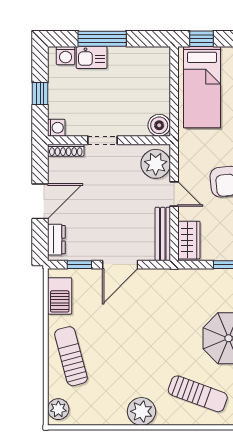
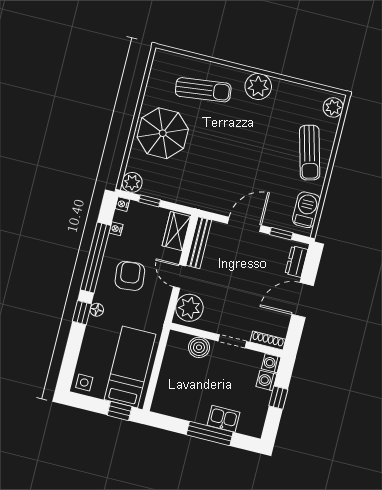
washing machine: (66, 56) -> (266, 380), moved, turned -90
boiler: (159, 125) -> (199, 347), moved
sun lounger: (198, 394) -> (203, 90), turned 153

